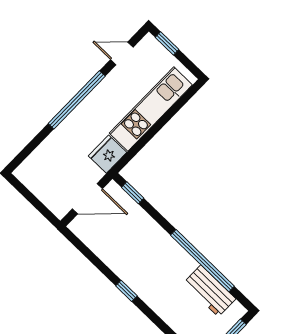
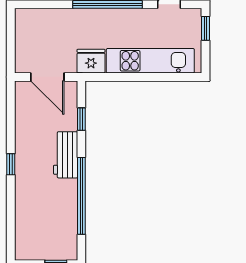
window: (133, 193) -> (81, 119), moved
workbench: (210, 291) -> (66, 155), moved

